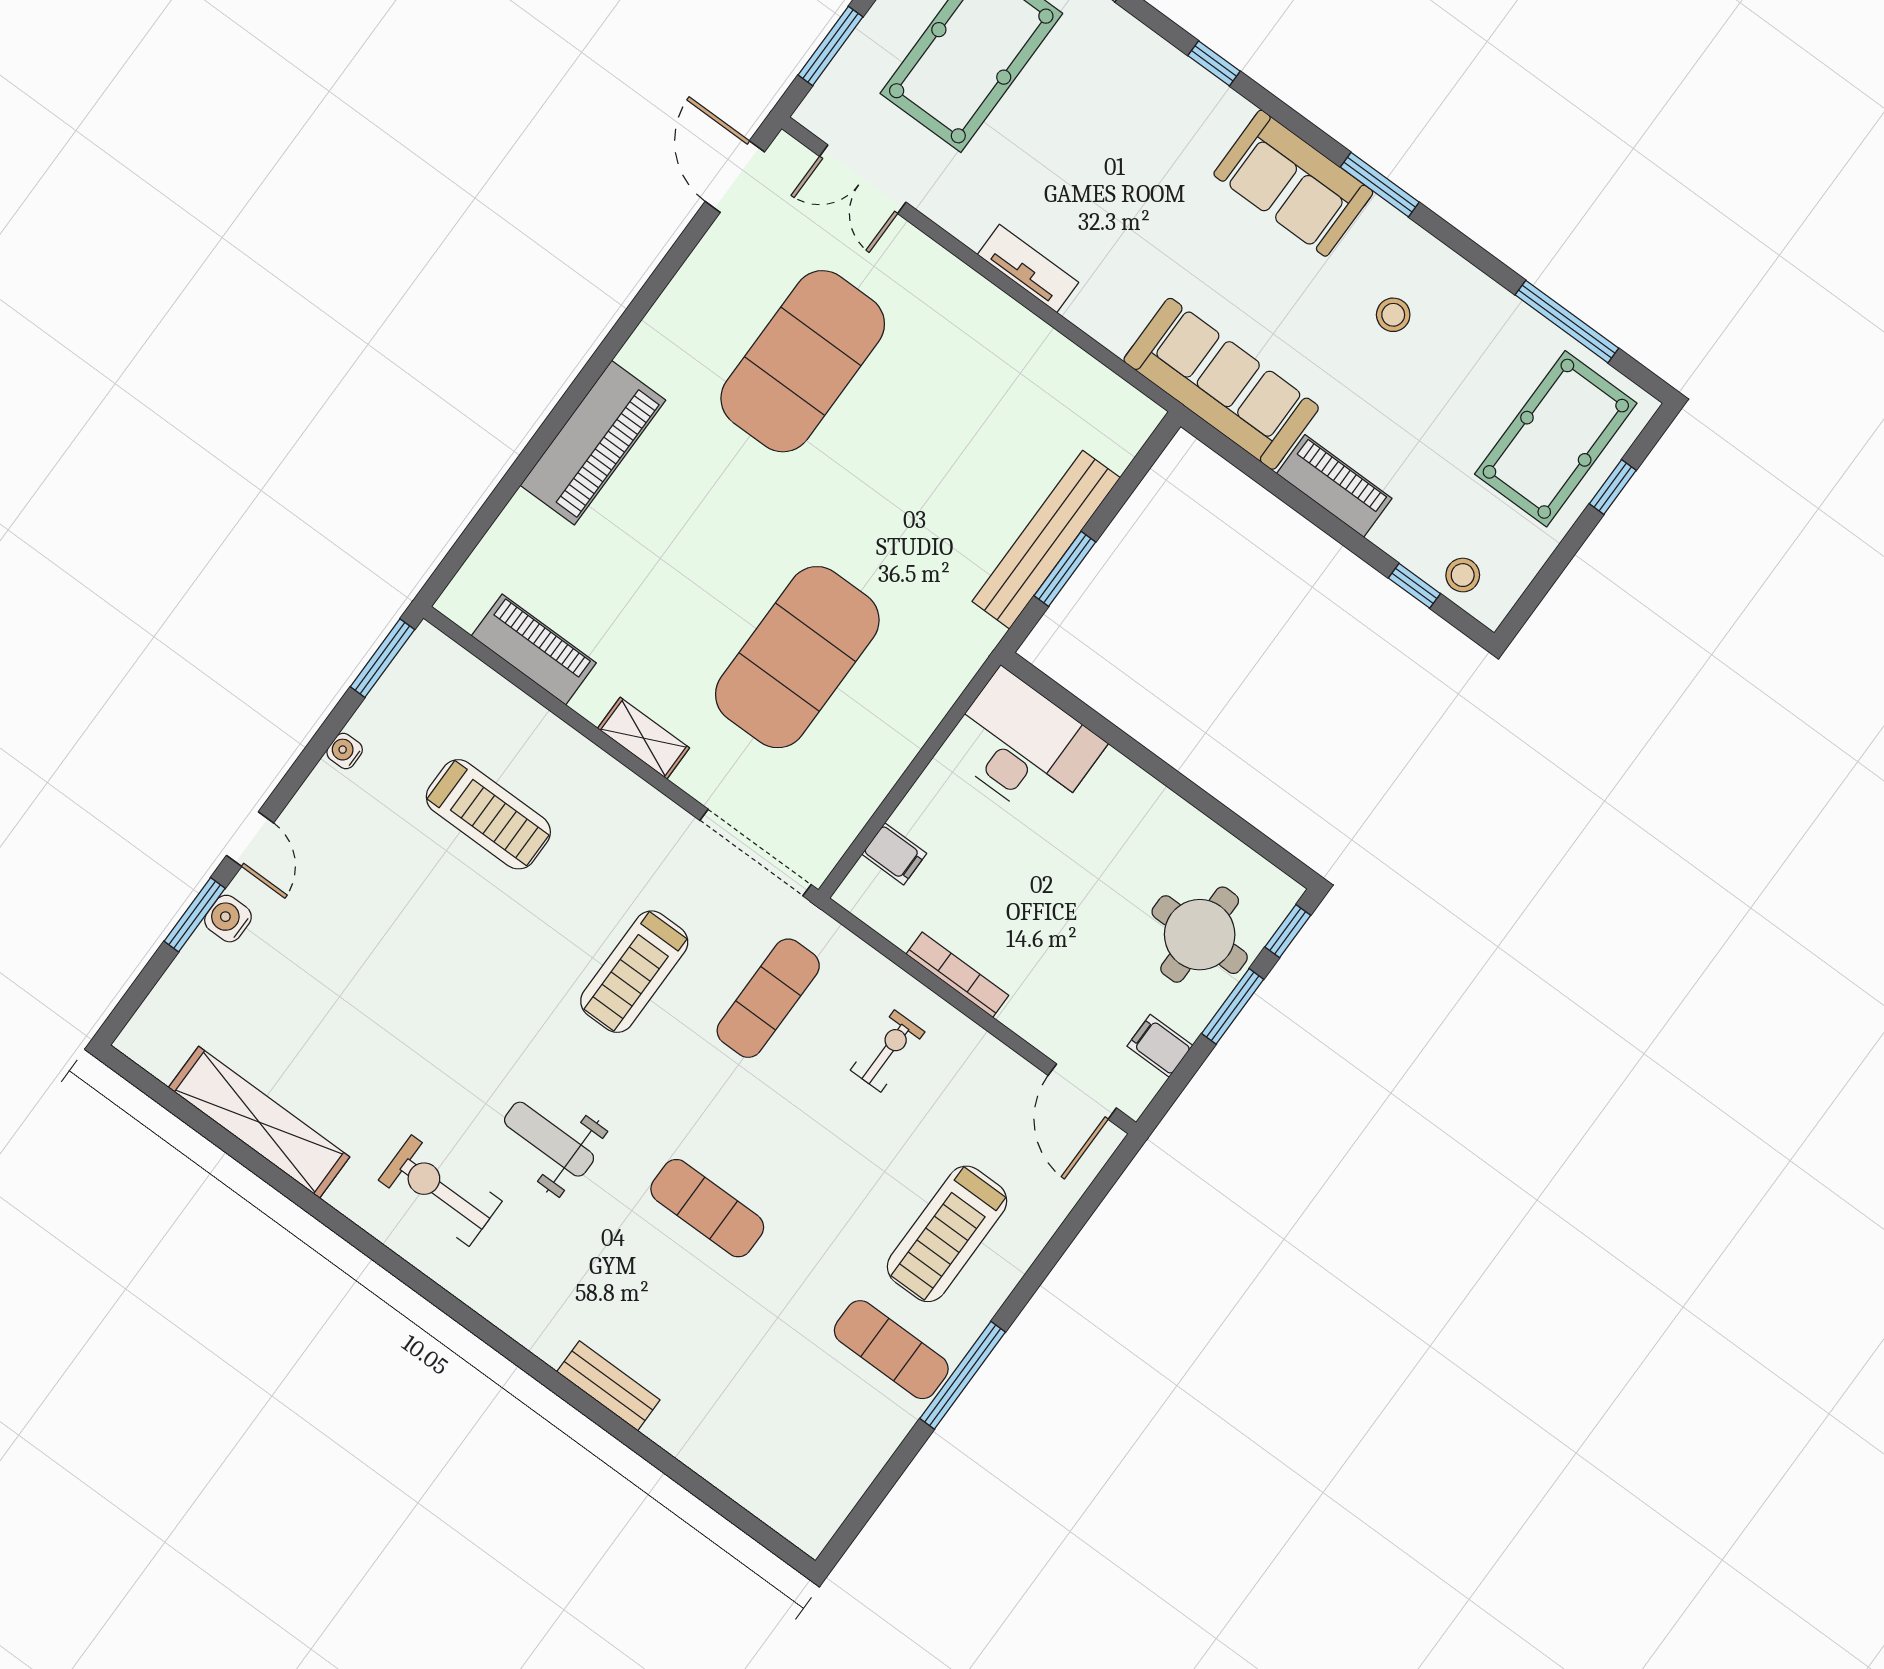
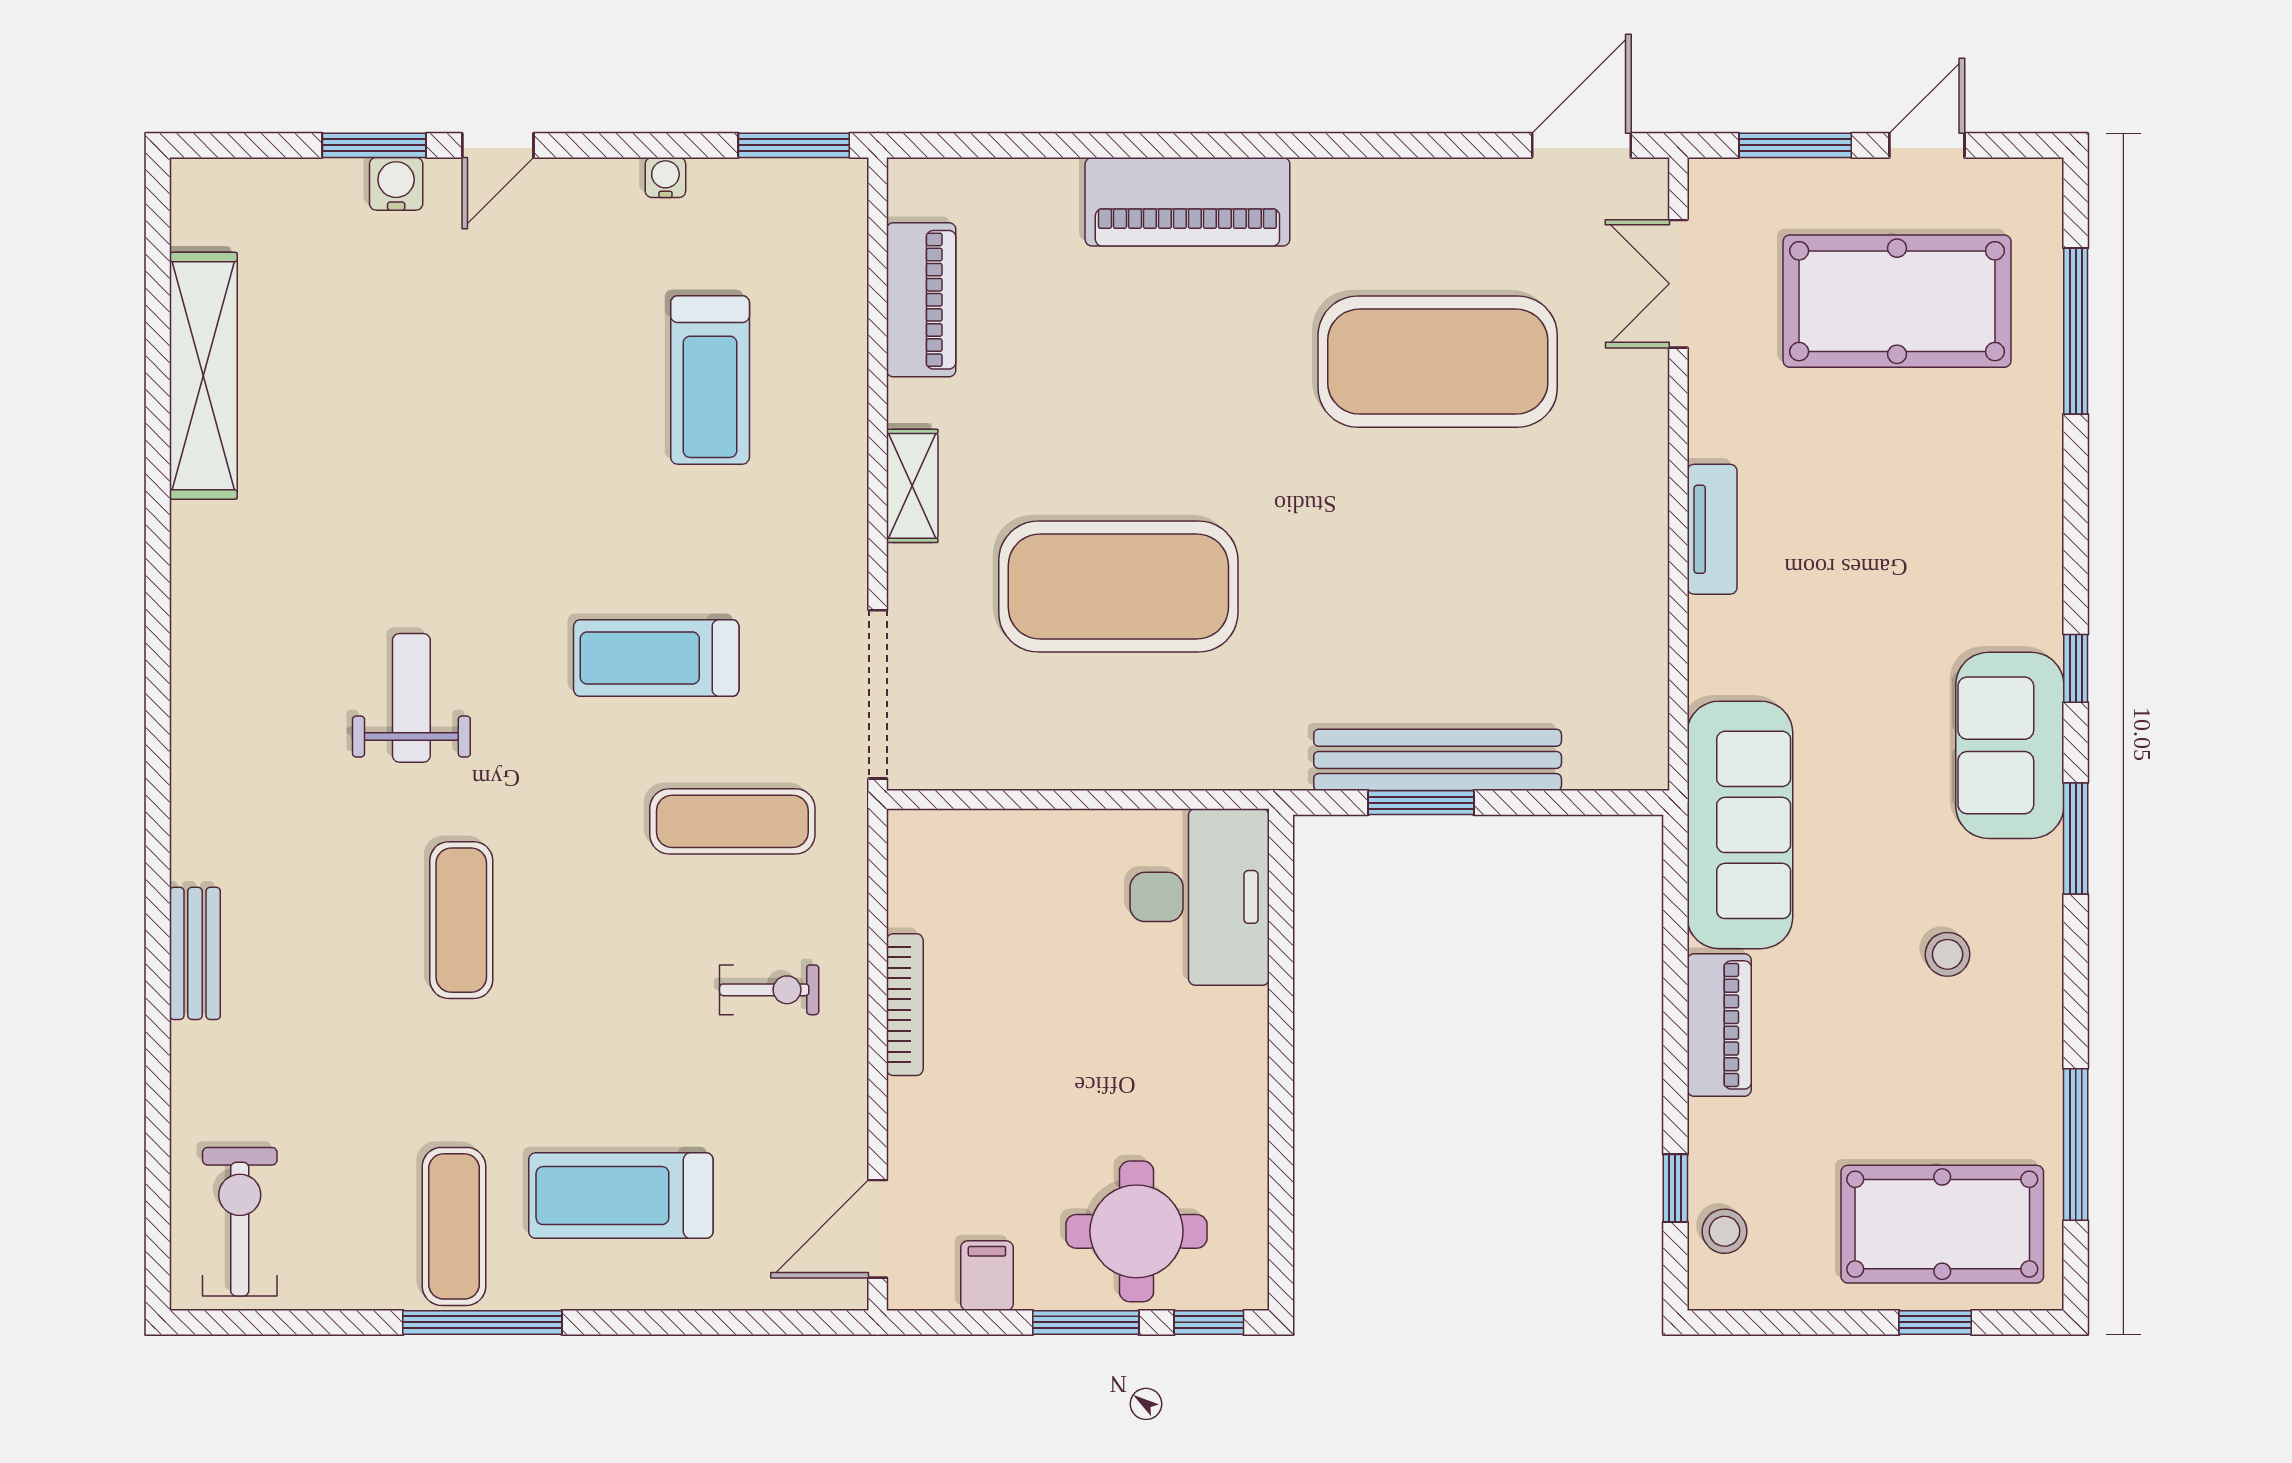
window: (1214, 63) -> (2076, 668), moved
filing cabinet: (894, 854) -> (984, 843), removed
exercise bike: (440, 1191) -> (240, 1222), moved

